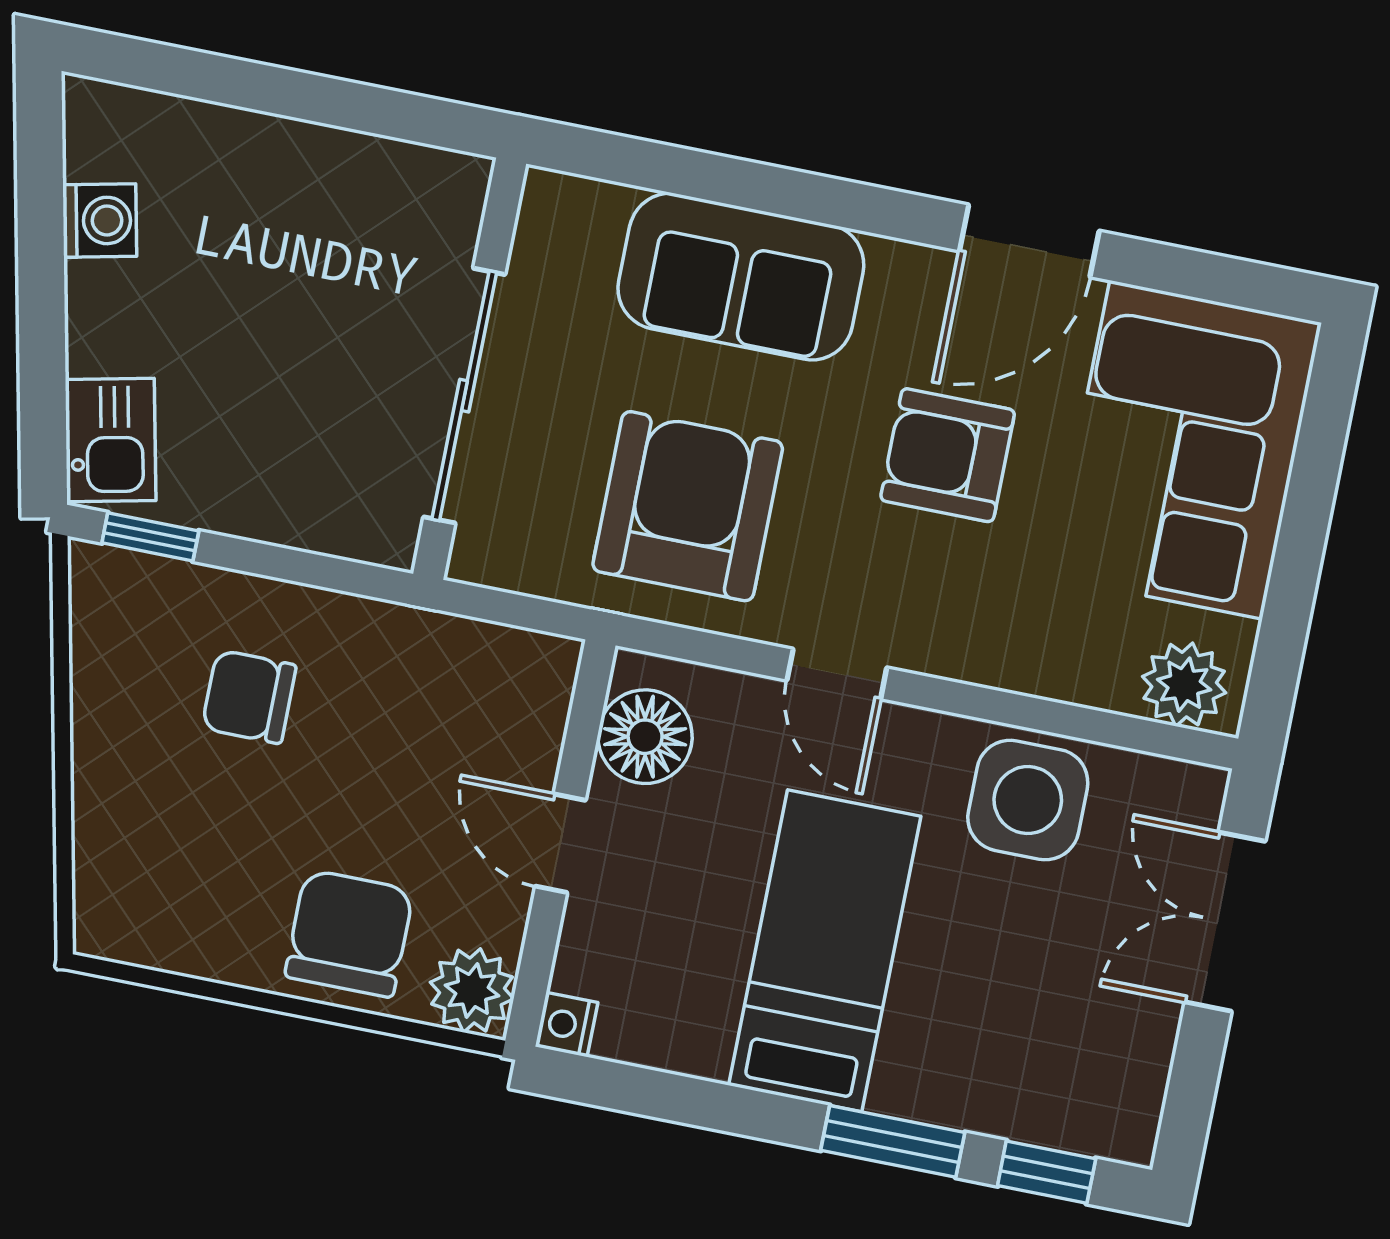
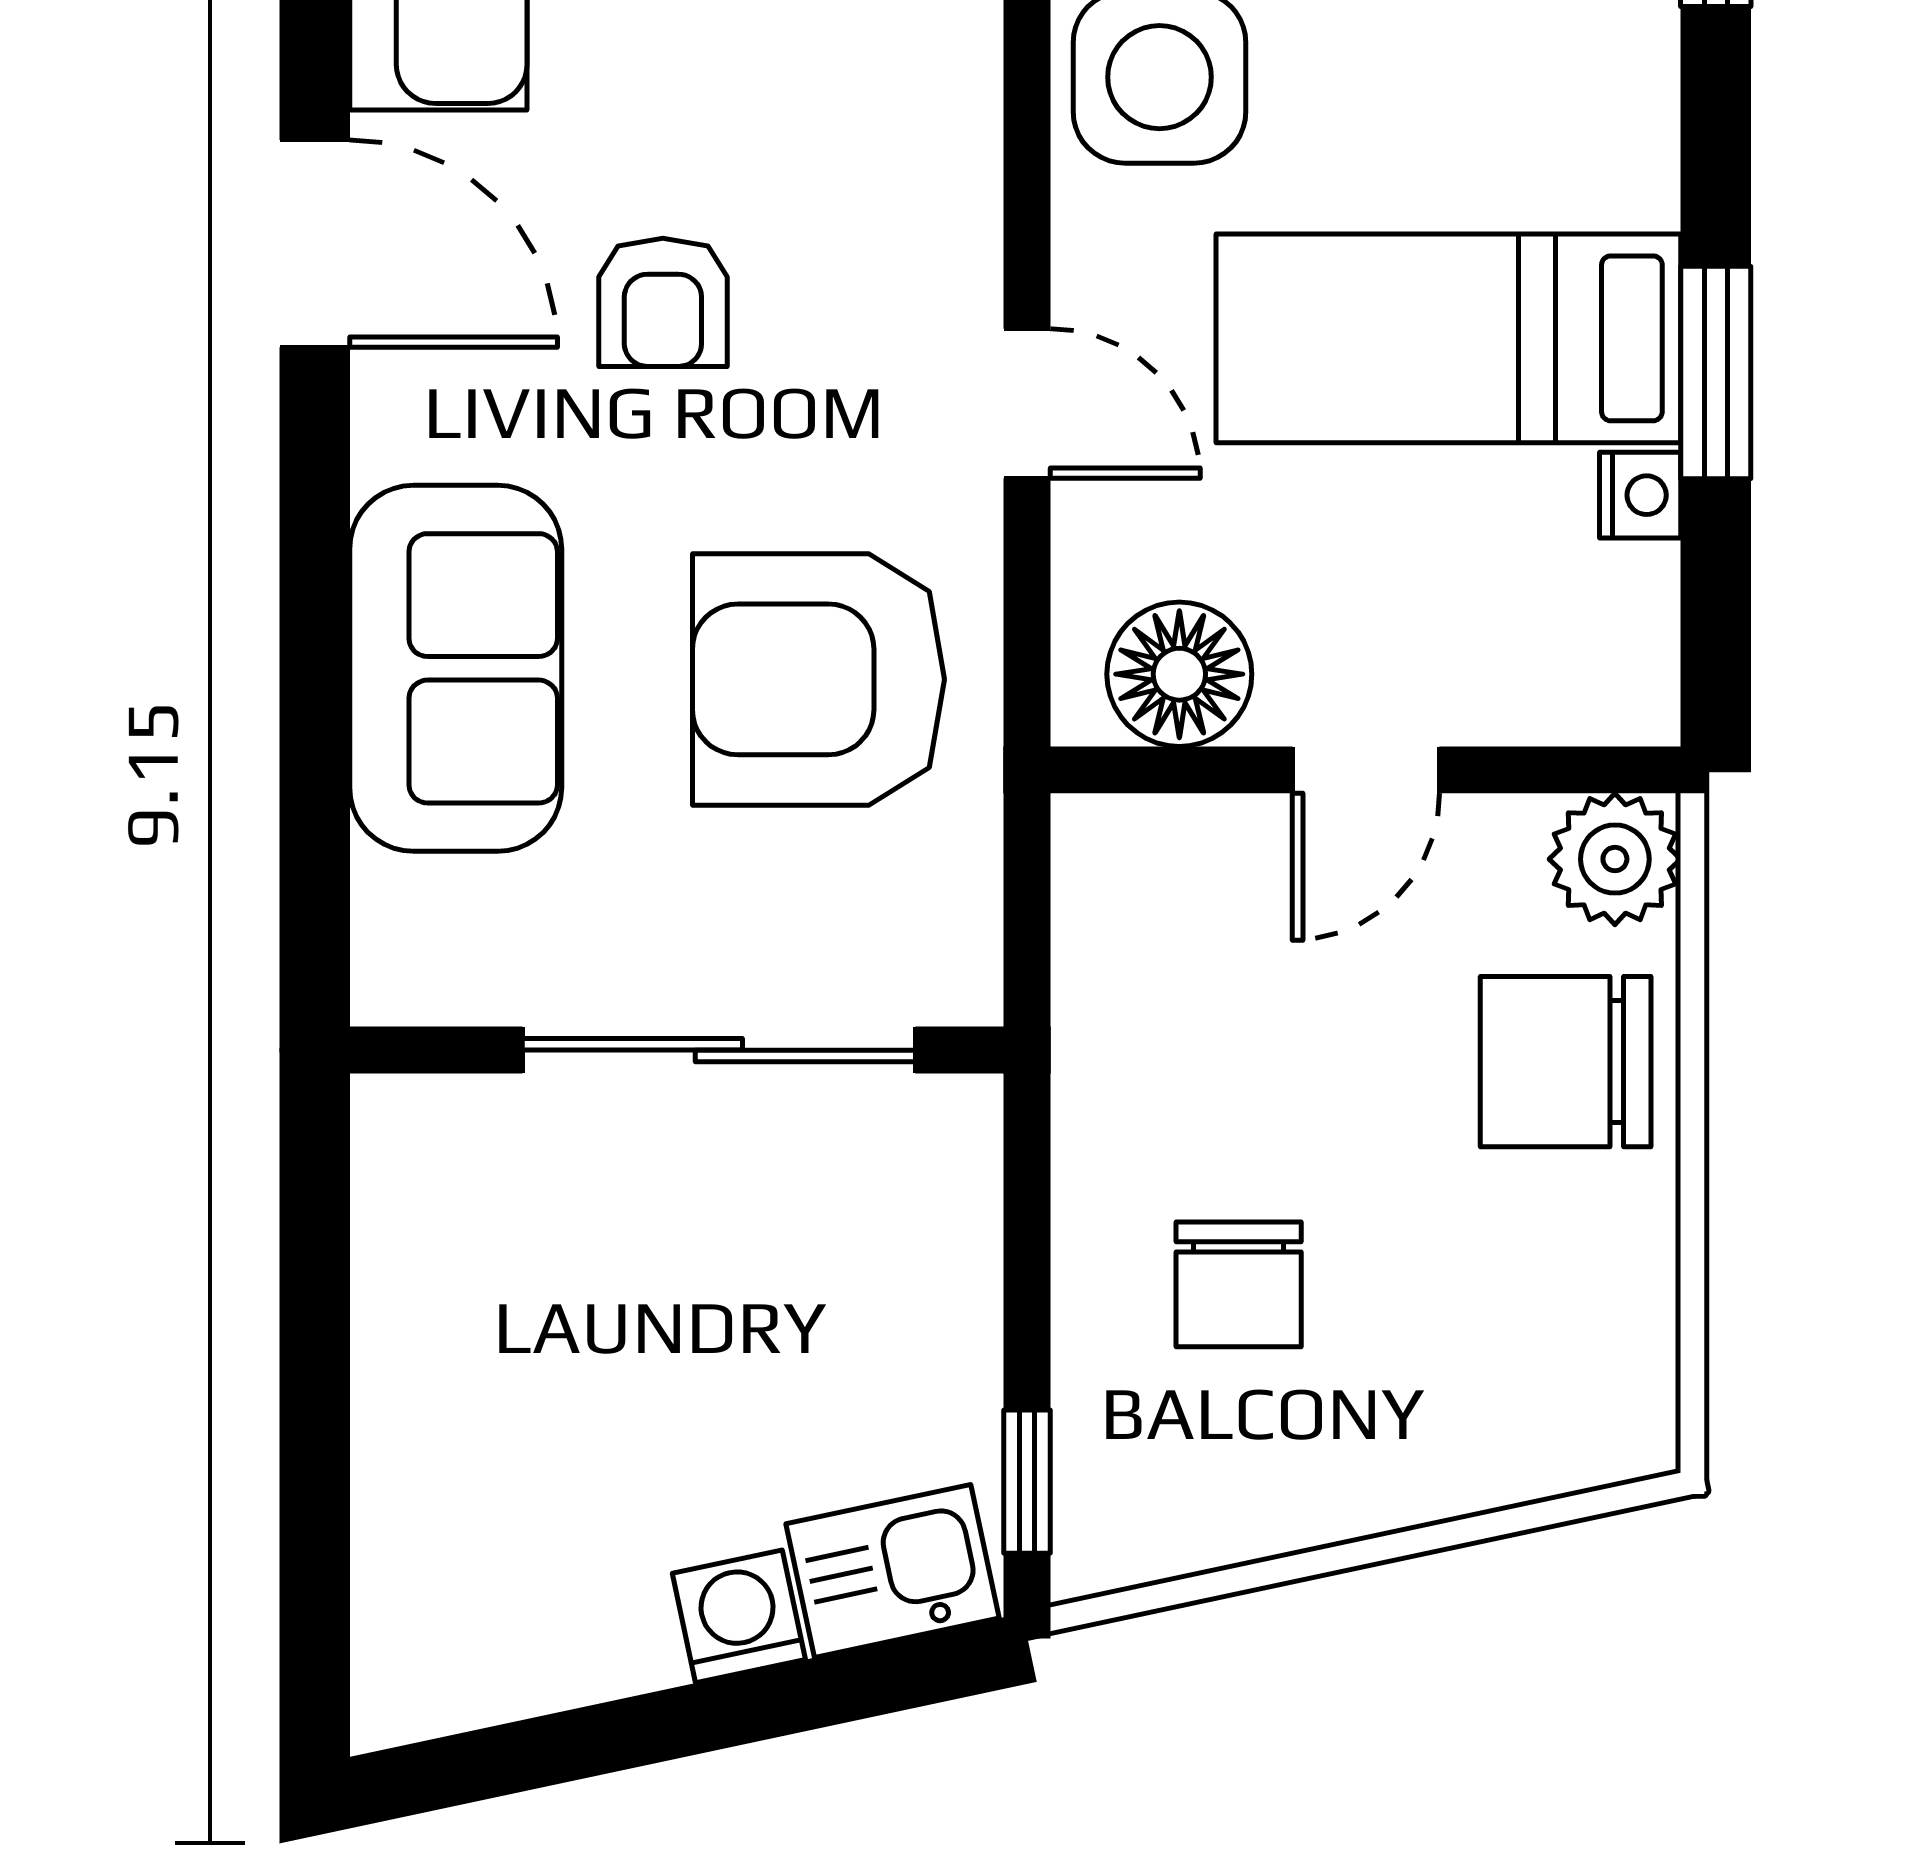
washing machine: (100, 221) -> (739, 1616), moved
armchair: (948, 455) -> (663, 302), width x0.72, depth x0.72
door: (837, 674) -> (1027, 404), hinge flipped
nightstand: (567, 1025) -> (1640, 495), moved, turned -90
window: (893, 1141) -> (1716, 373), moved

